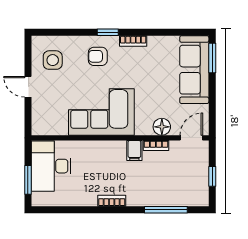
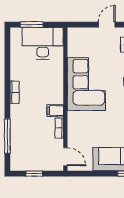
floor lamp: (162, 127) -> (74, 133), removed

